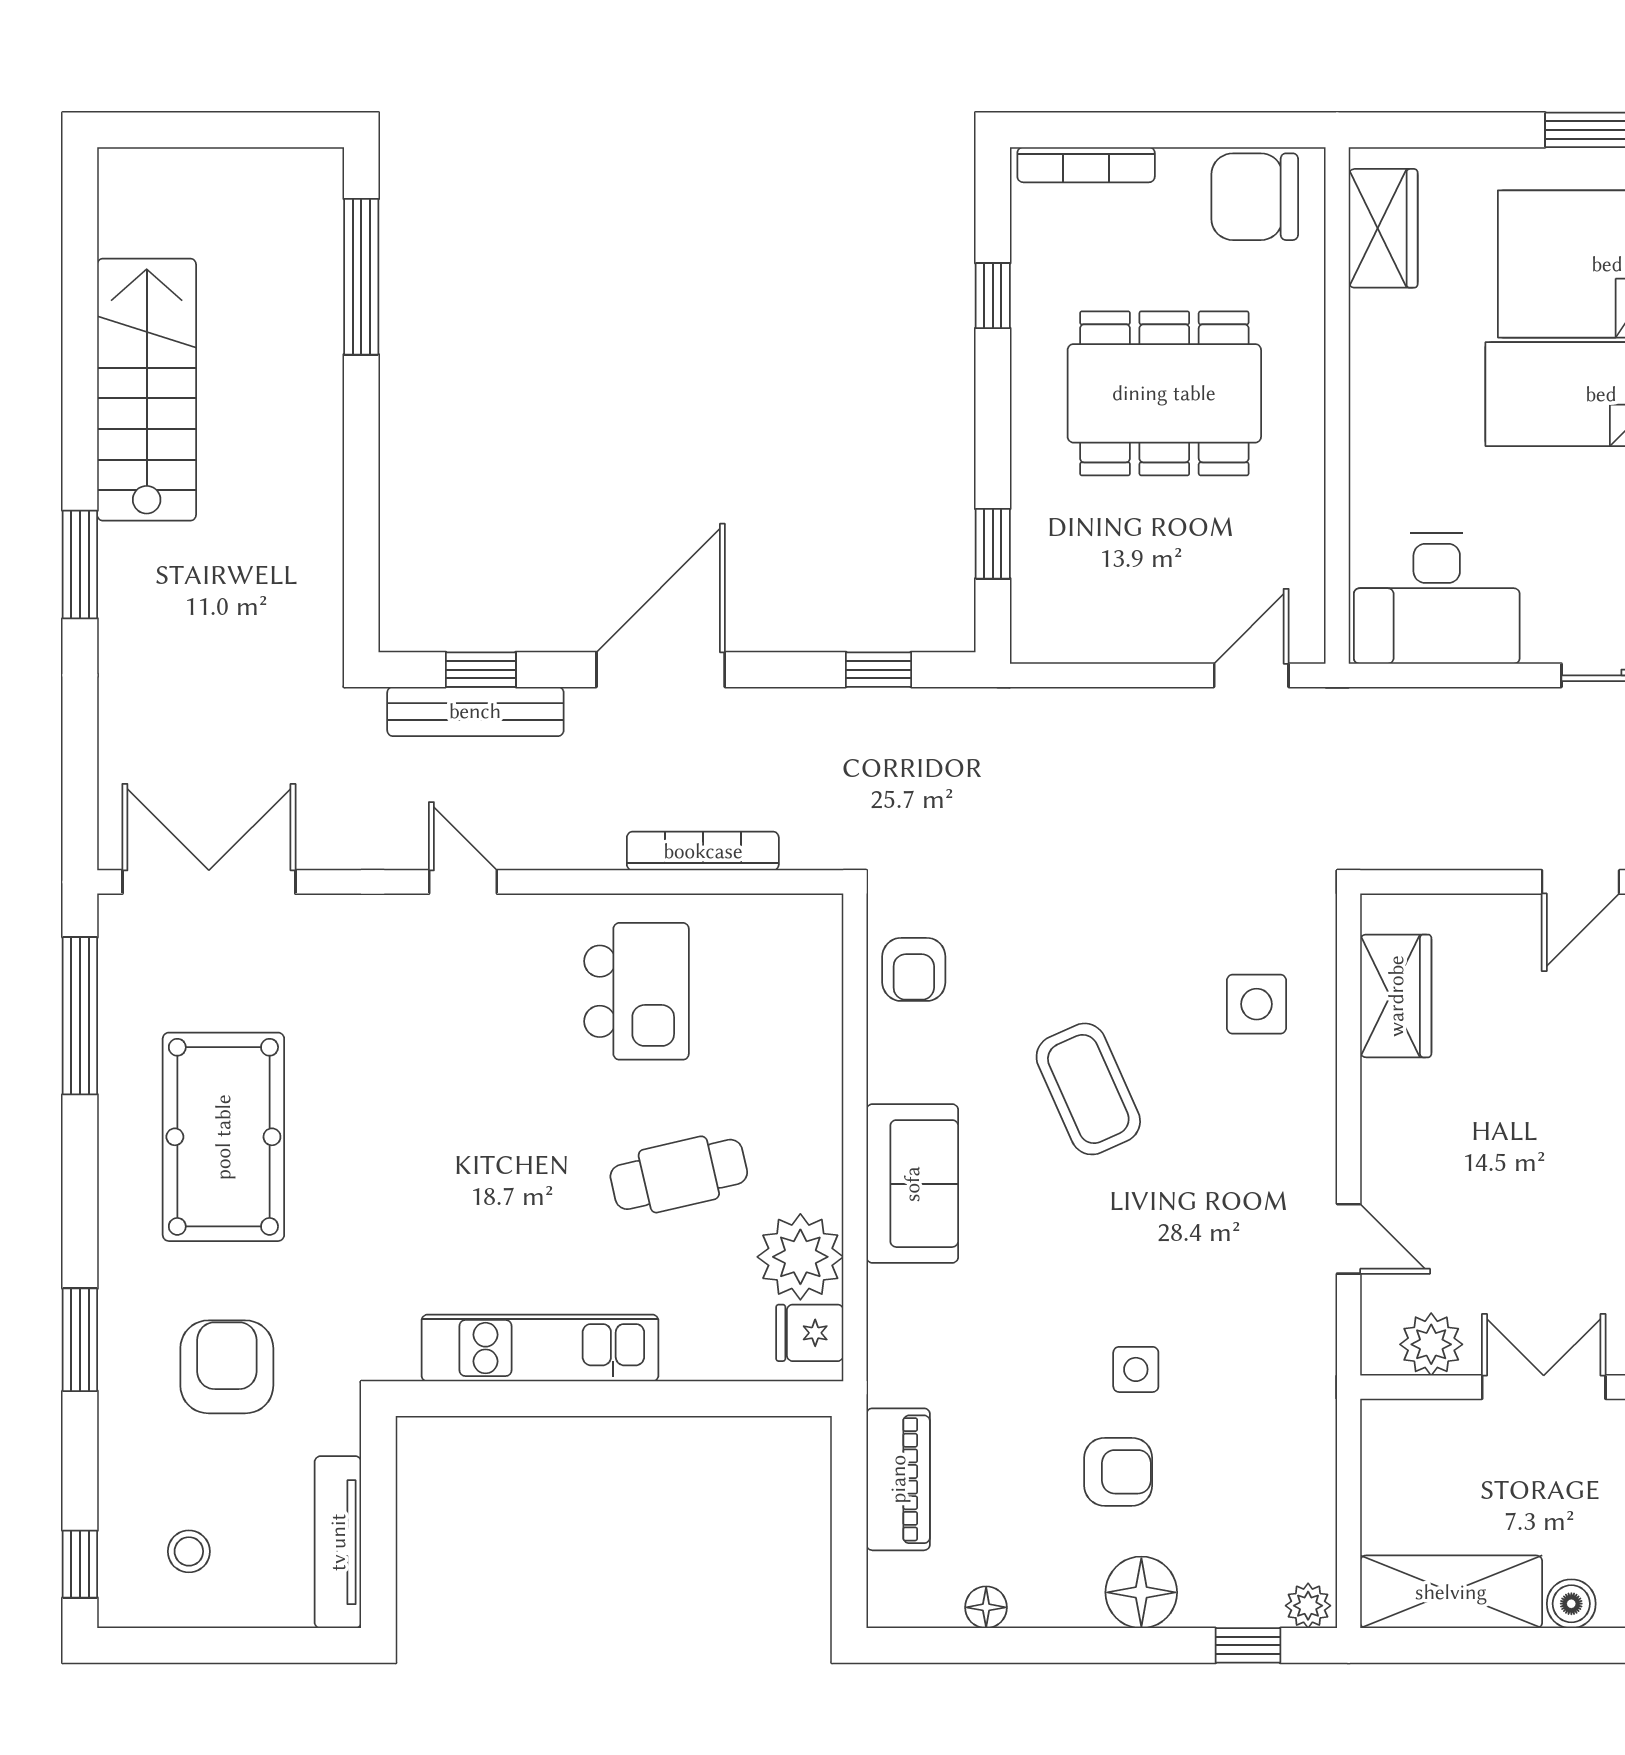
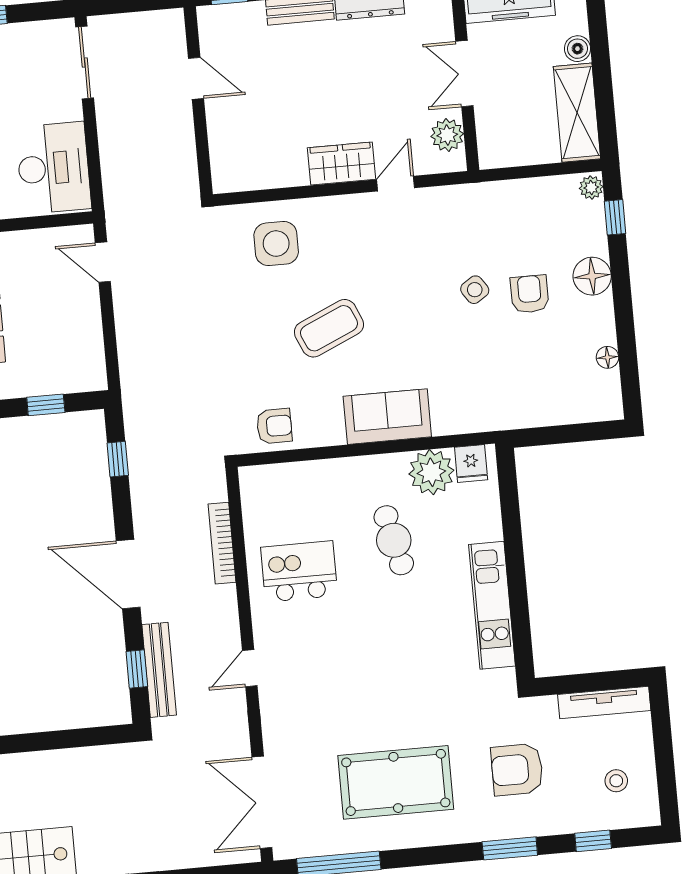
wardrobe: (1396, 996) -> (341, 163), moved
side table: (1257, 1004) -> (276, 244), width x1.37, depth x1.37
side table: (1136, 1369) -> (475, 290), turned -34
piano: (898, 1479) -> (544, 410), removed
window: (80, 1564) -> (593, 841), moved

